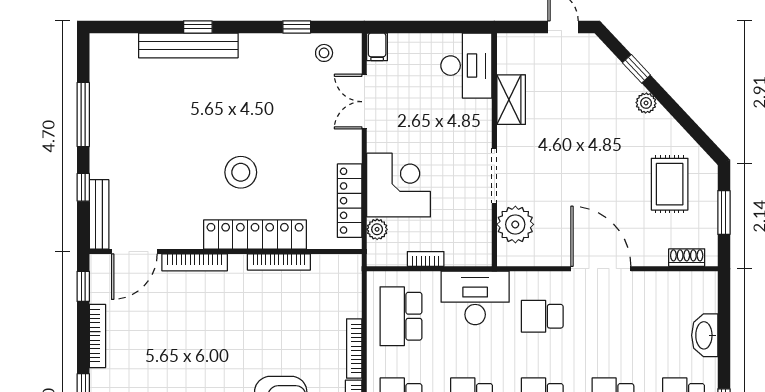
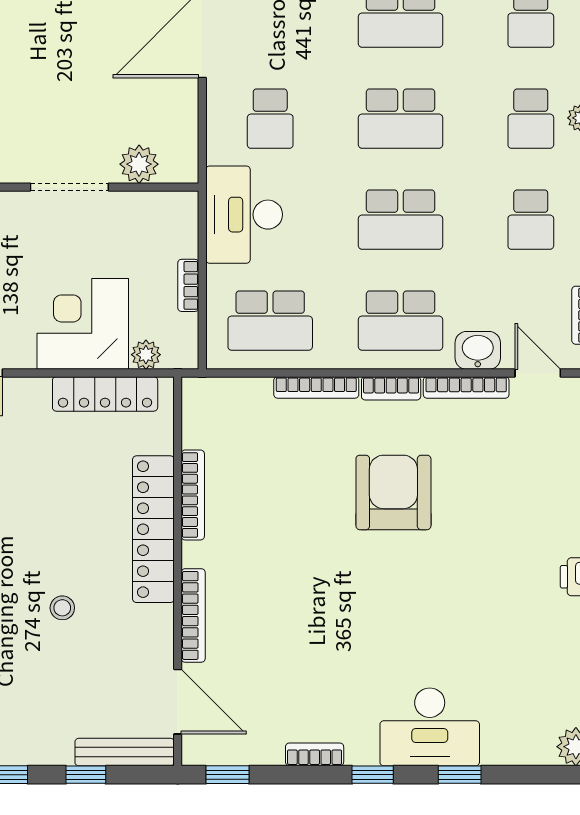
stool: (241, 172) -> (62, 608), moved, width x0.53, depth x0.53
plant: (515, 224) -> (139, 164), width x0.73, depth x0.73
bookcase: (97, 336) -> (315, 754), width x0.64

